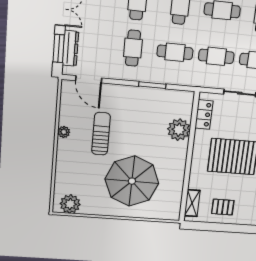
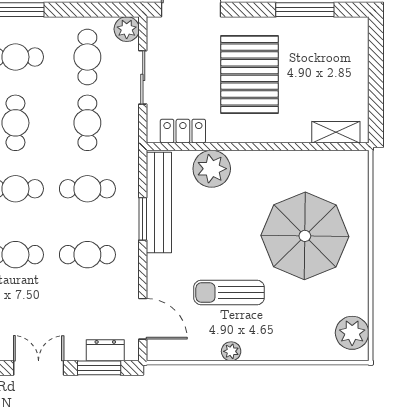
dresser: (70, 48) -> (105, 350), width x0.70
cafe table: (175, 52) -> (87, 189), turned 90
door: (89, 79) -> (143, 319), hinge flipped
bench: (161, 96) -> (159, 203), added
pallet: (223, 207) -> (339, 80), removed

